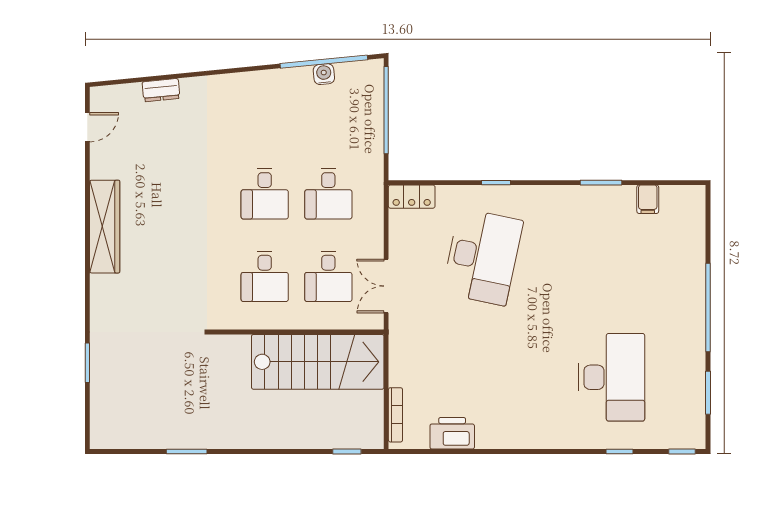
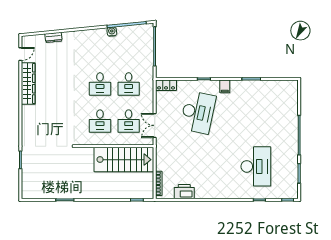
water cooler: (324, 74) -> (112, 32), moved
filing cabinet: (648, 199) -> (225, 86), moved
wardrobe: (105, 227) -> (28, 83), moved

